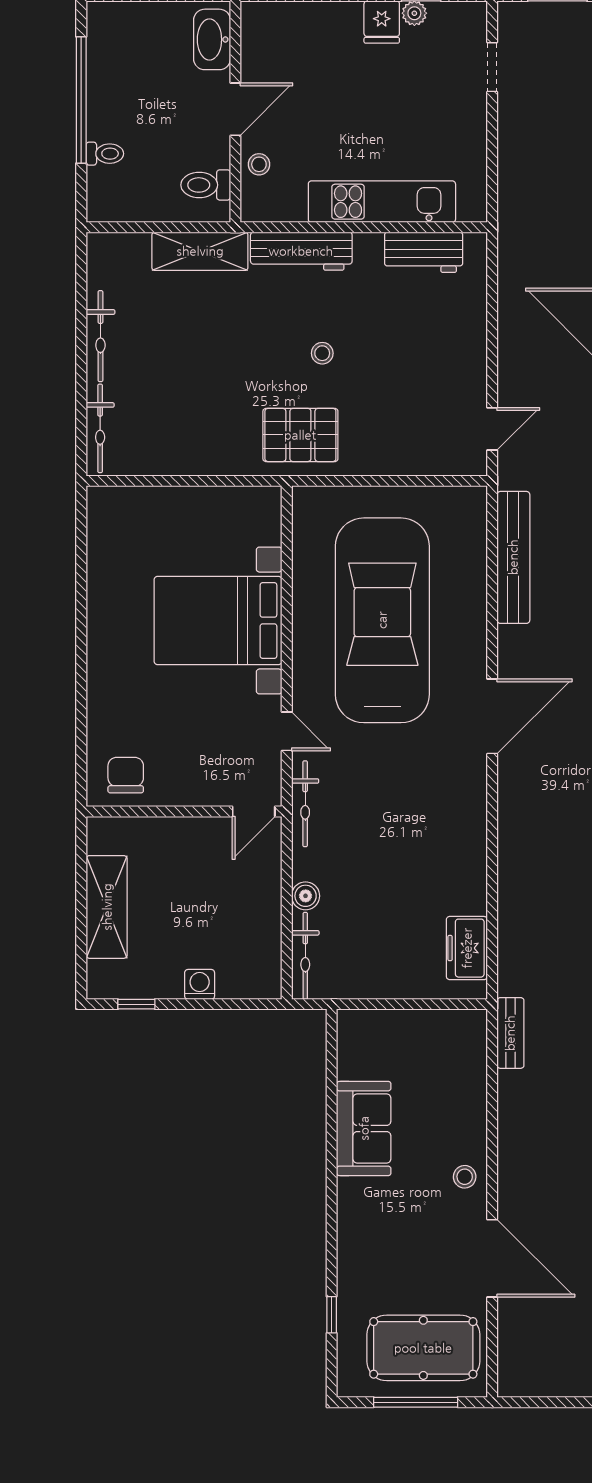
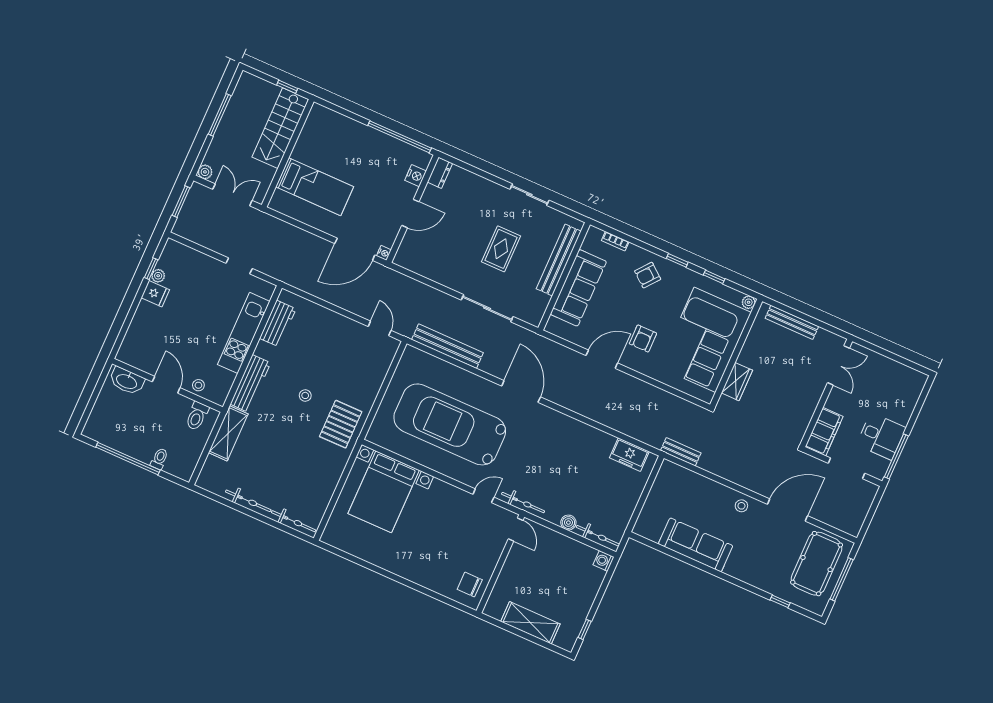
doorway: (492, 67) -> (239, 266), moved
bed with nightstands: (218, 621) -> (384, 492), moved
washing machine: (200, 984) -> (604, 561), moved
sofa: (364, 1128) -> (696, 545), width x1.36

